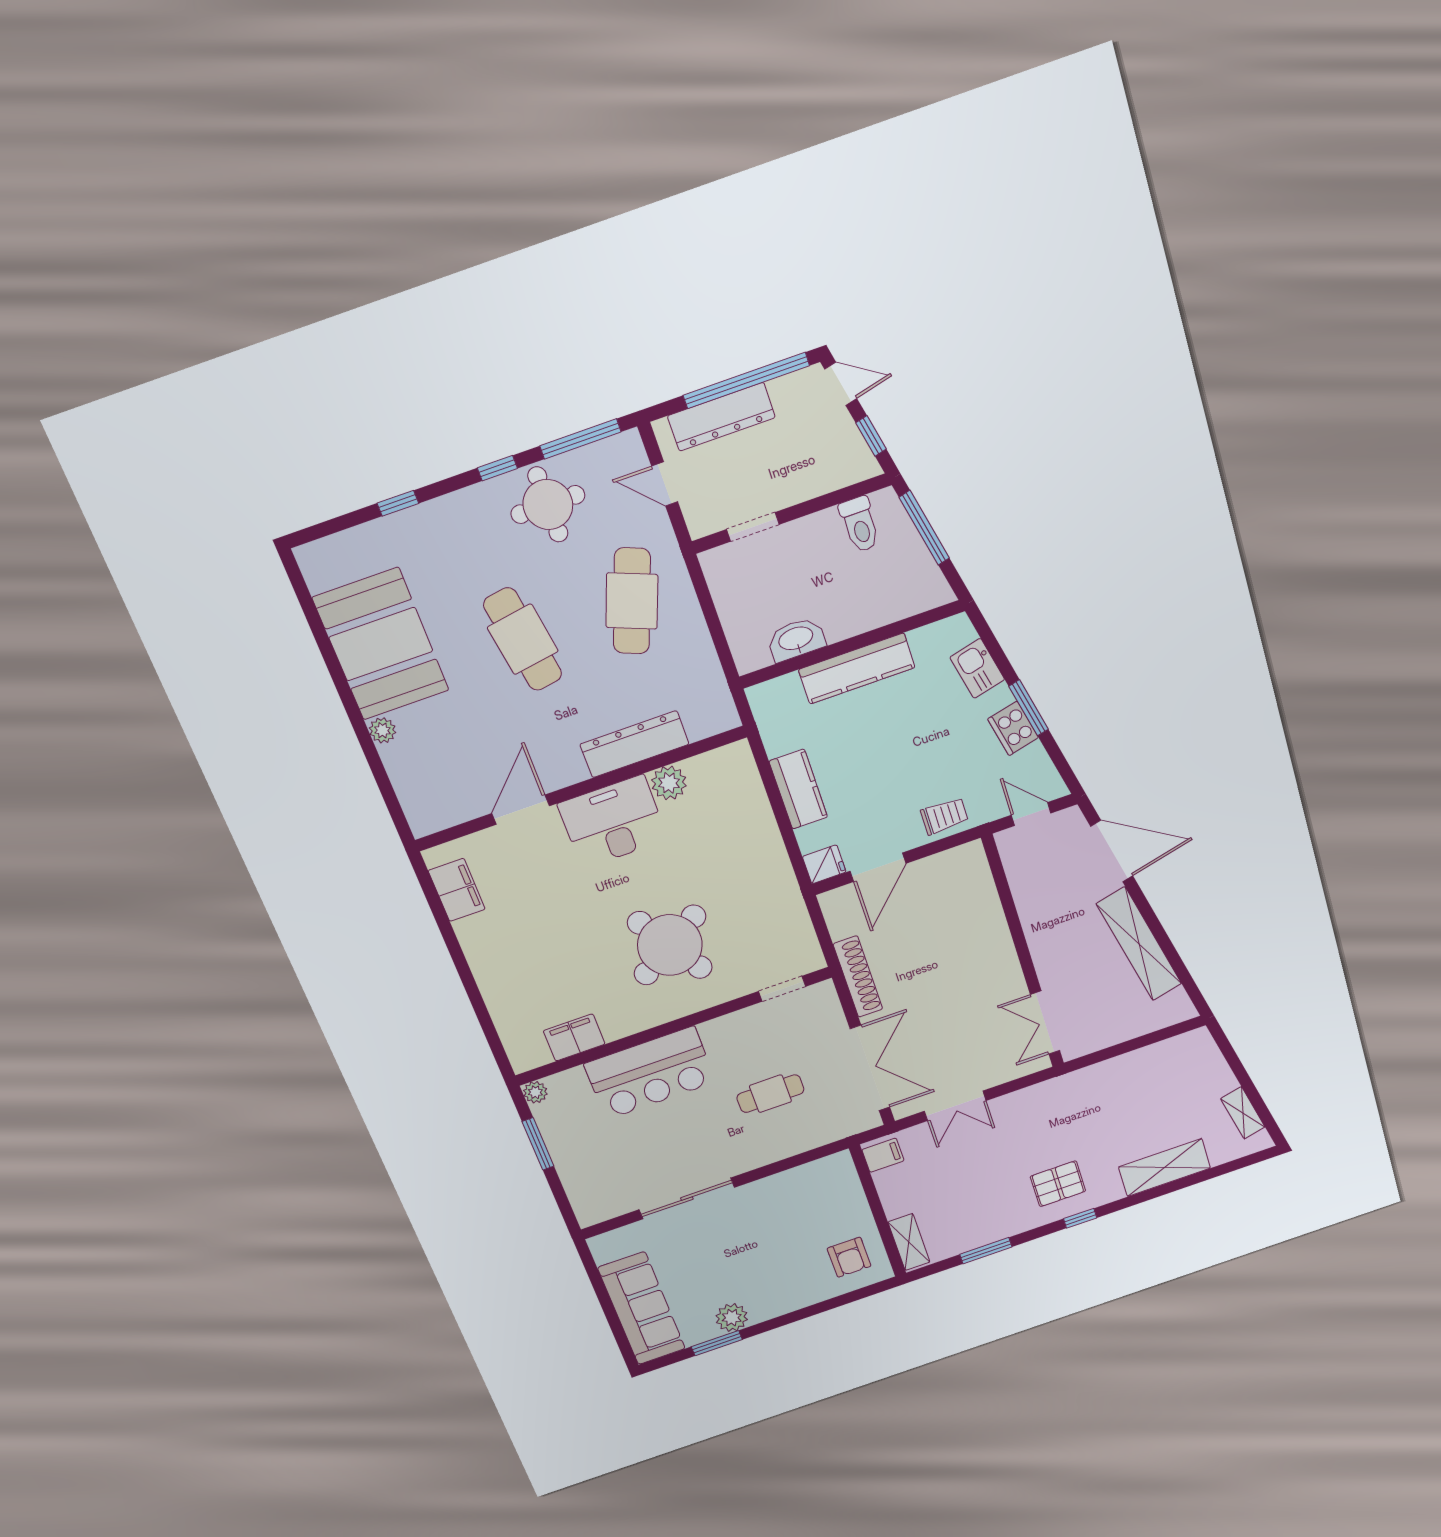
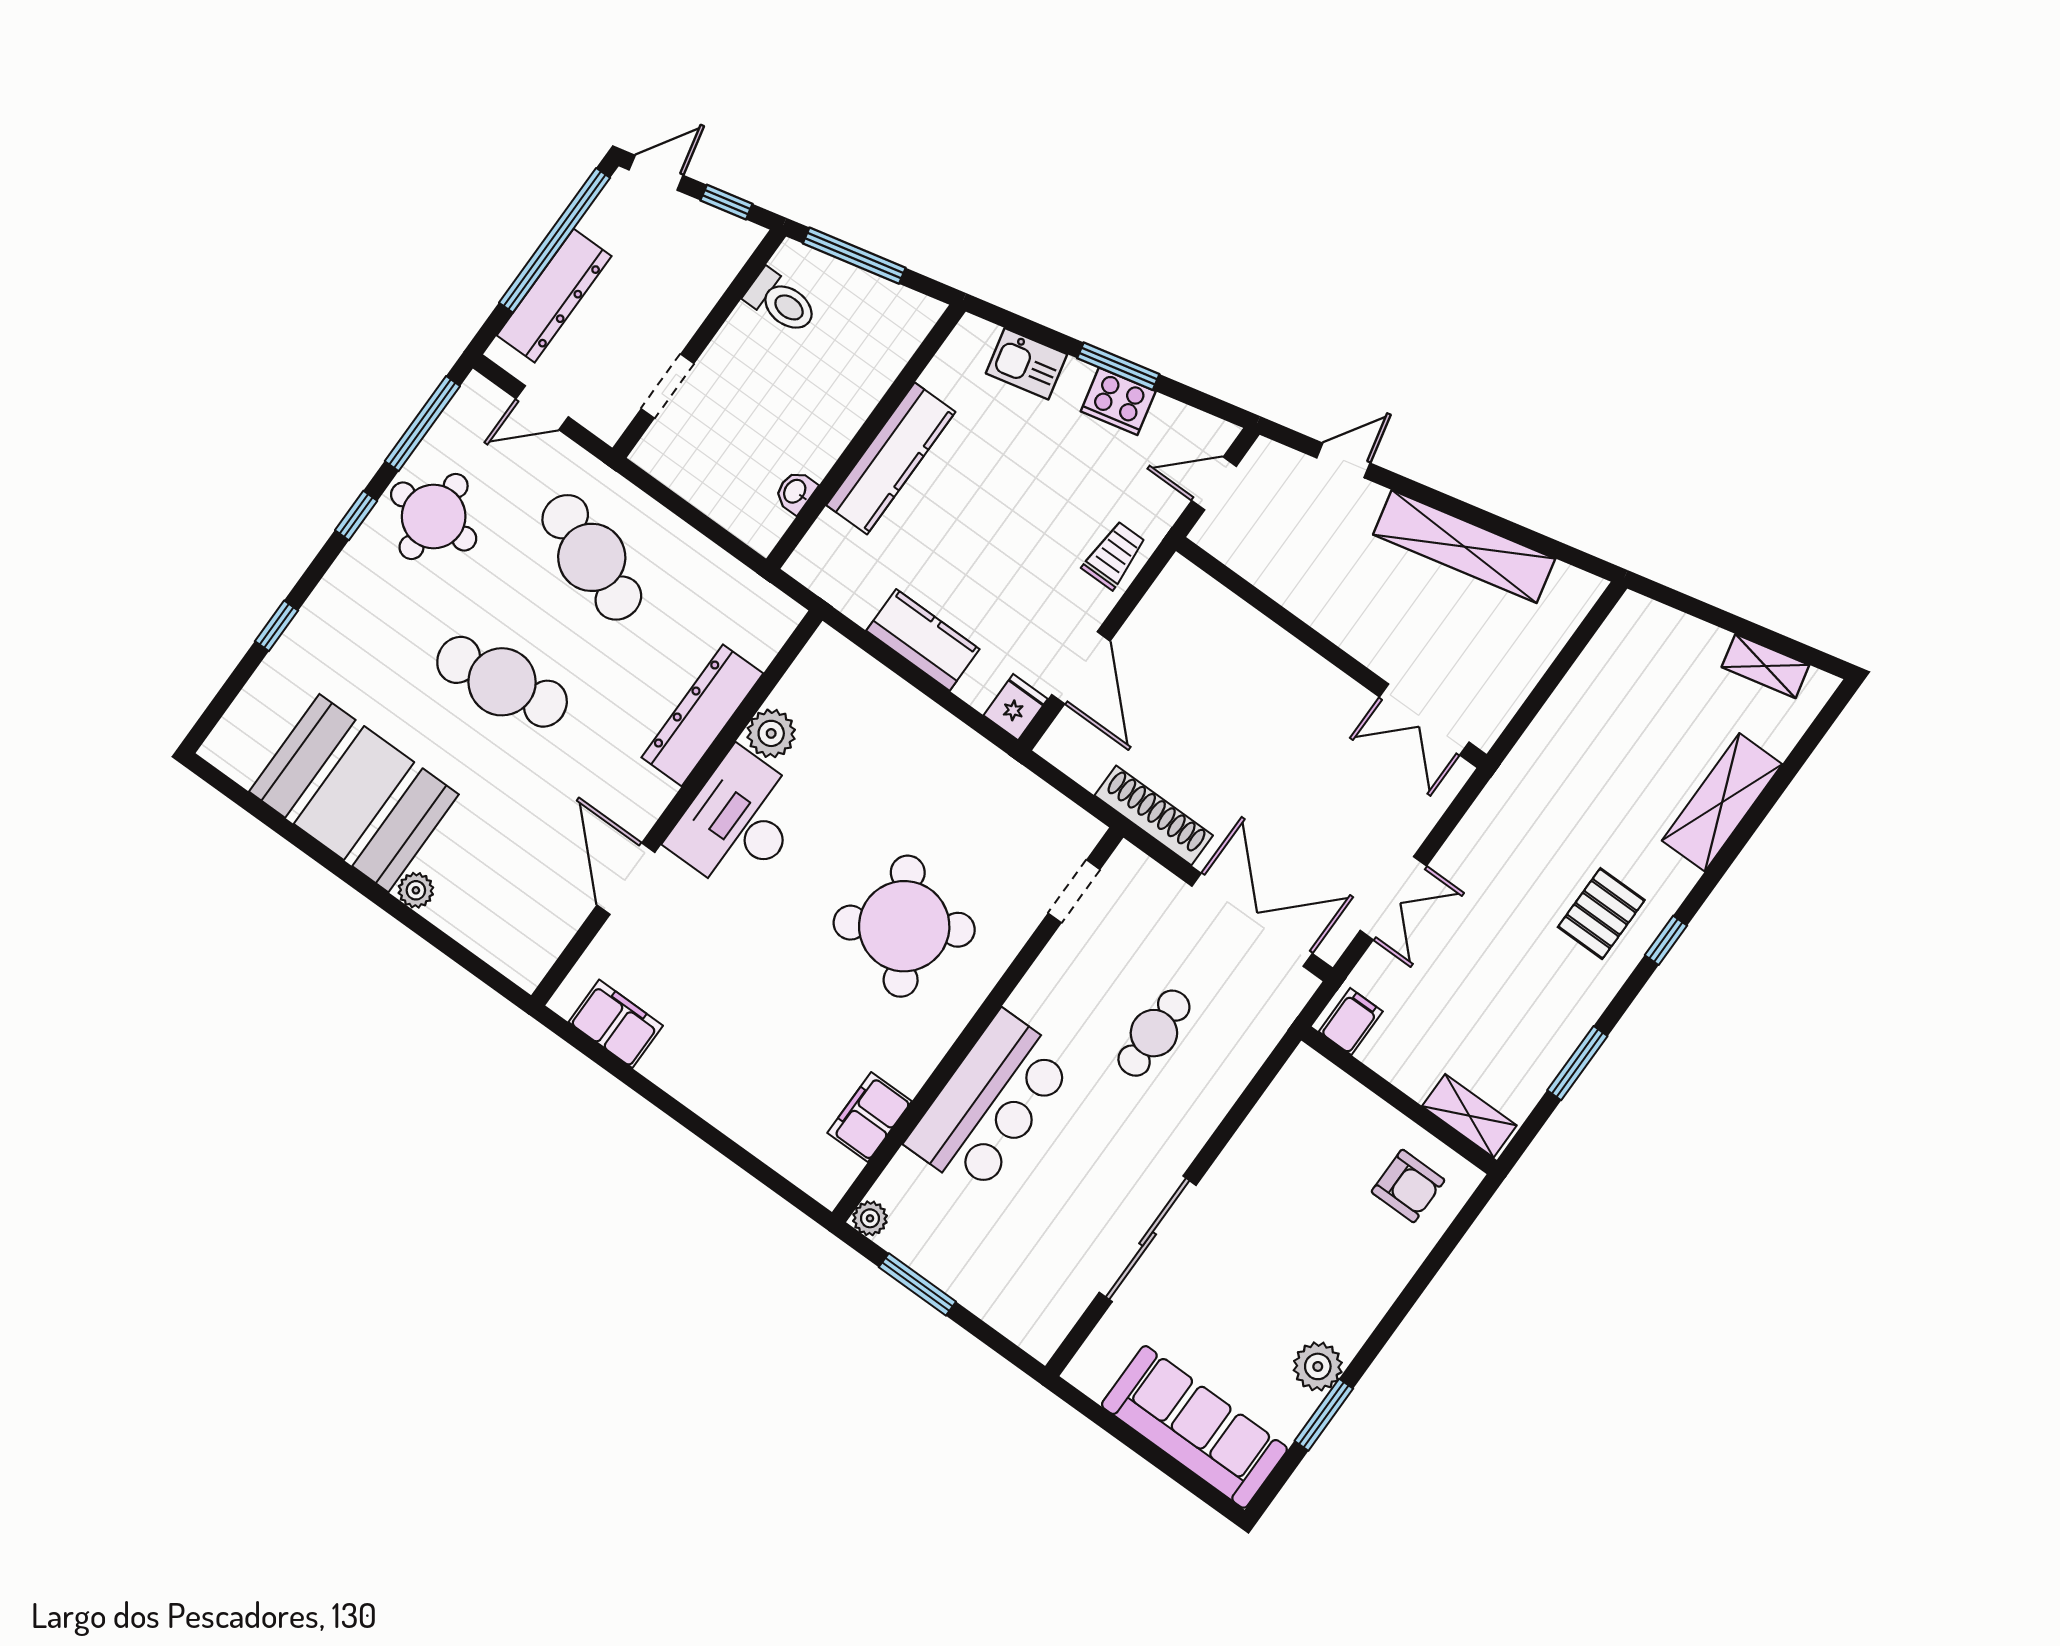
washbasin: (796, 639) -> (795, 492), width x0.52, depth x0.69
door: (1112, 851) -> (1343, 460), width x0.53

